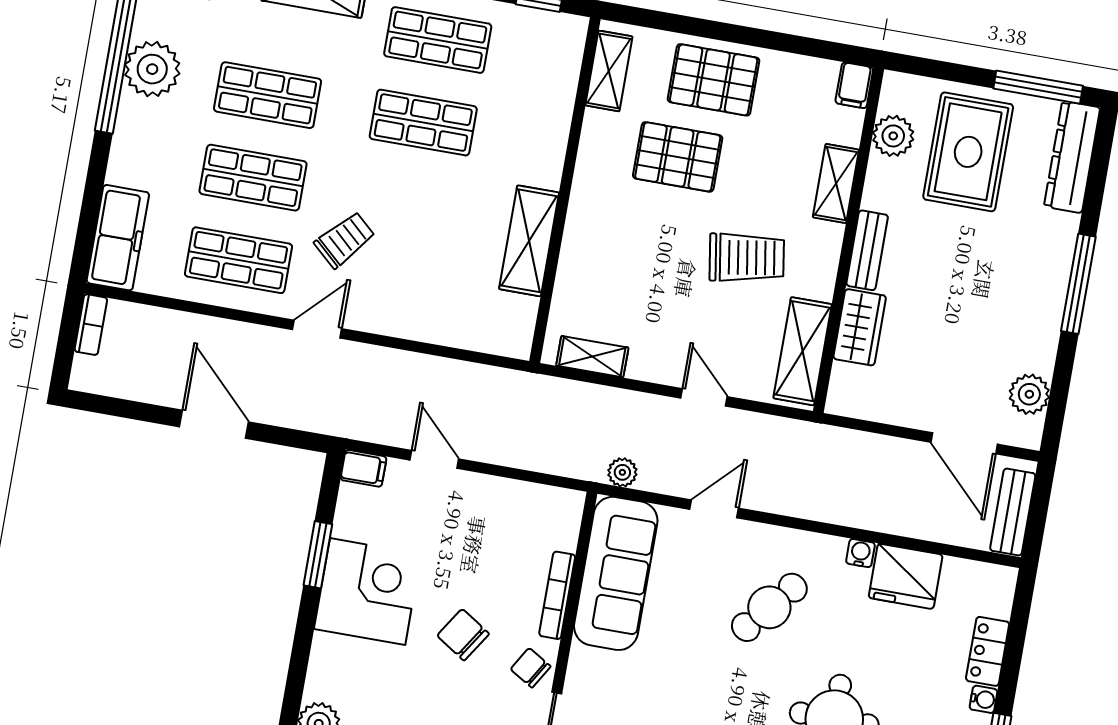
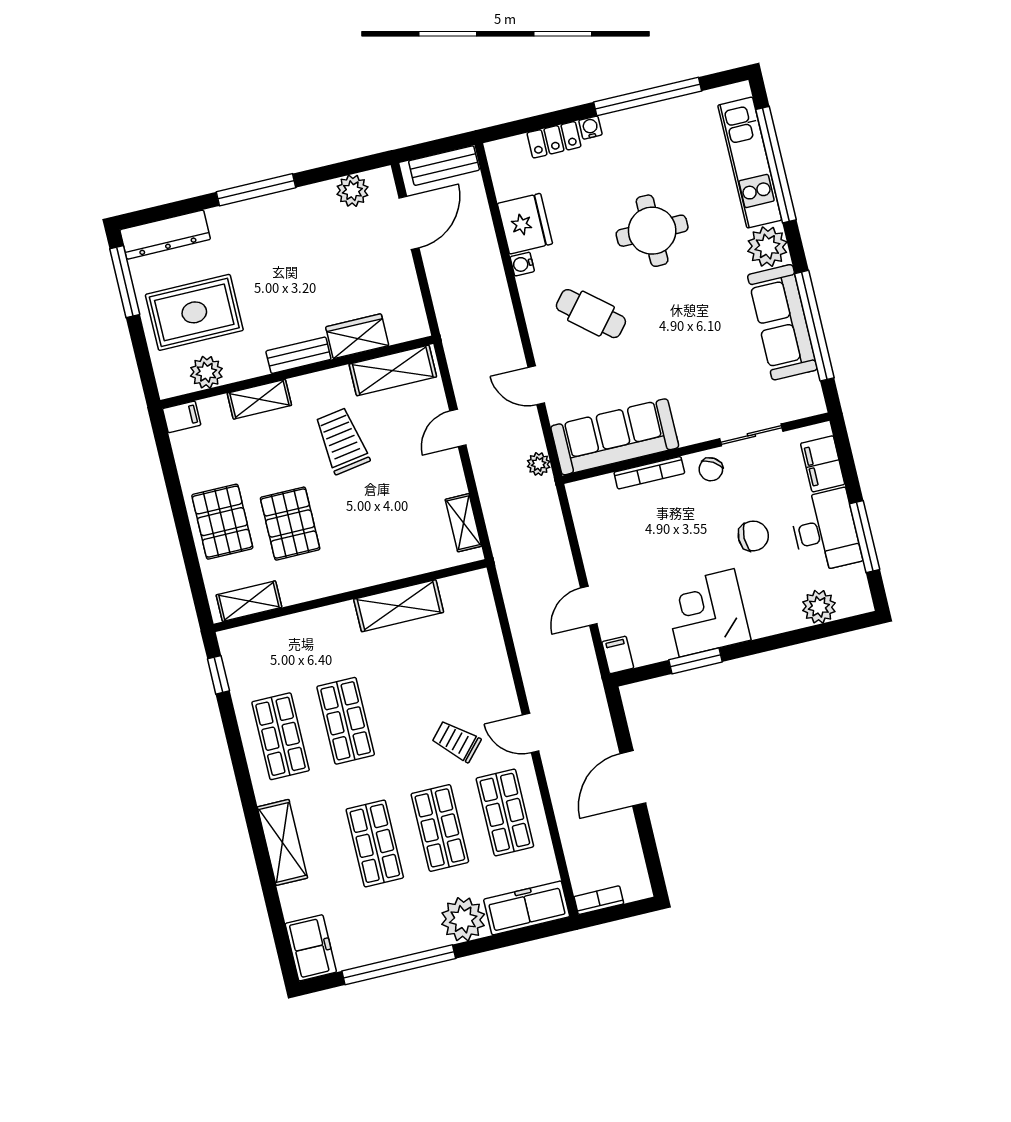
plant: (152, 69) -> (463, 919), moved
chair: (463, 635) -> (753, 536), moved, turned -123

